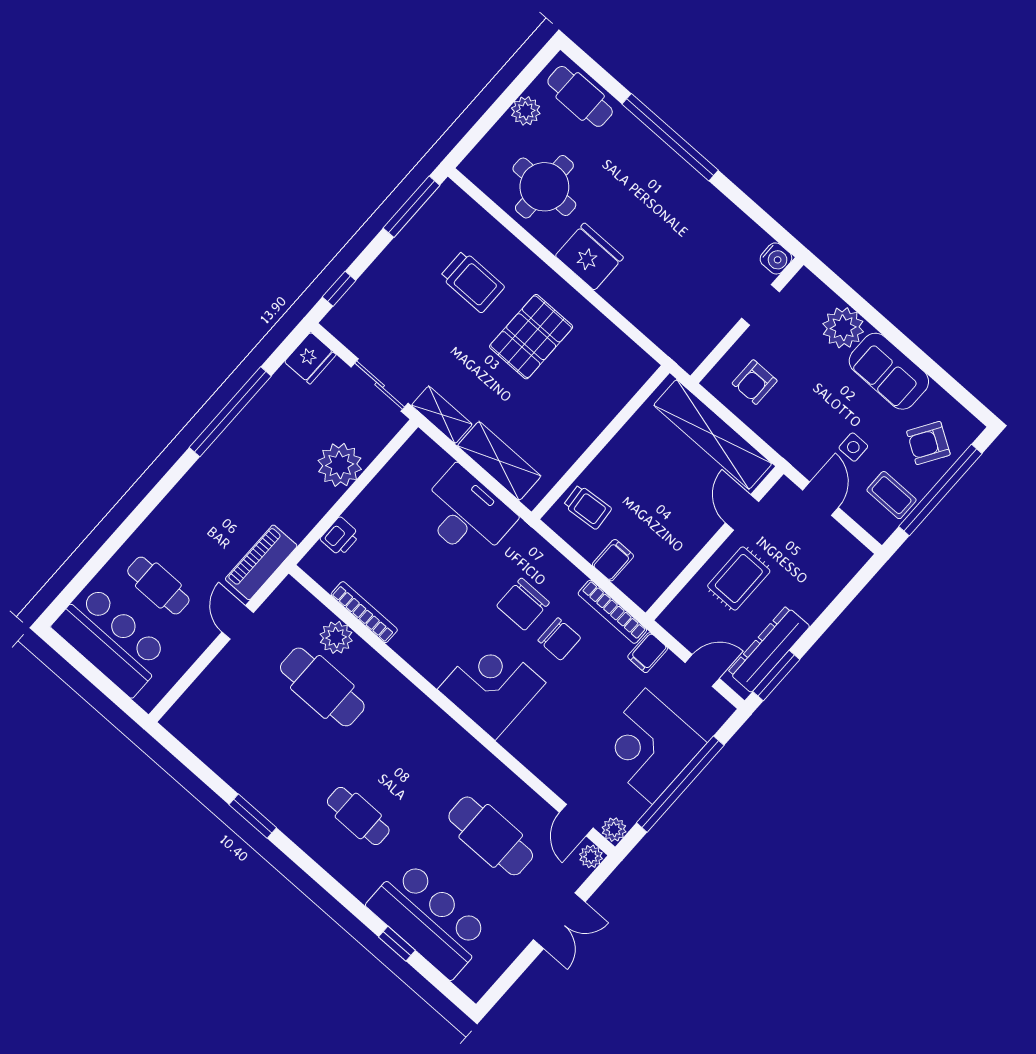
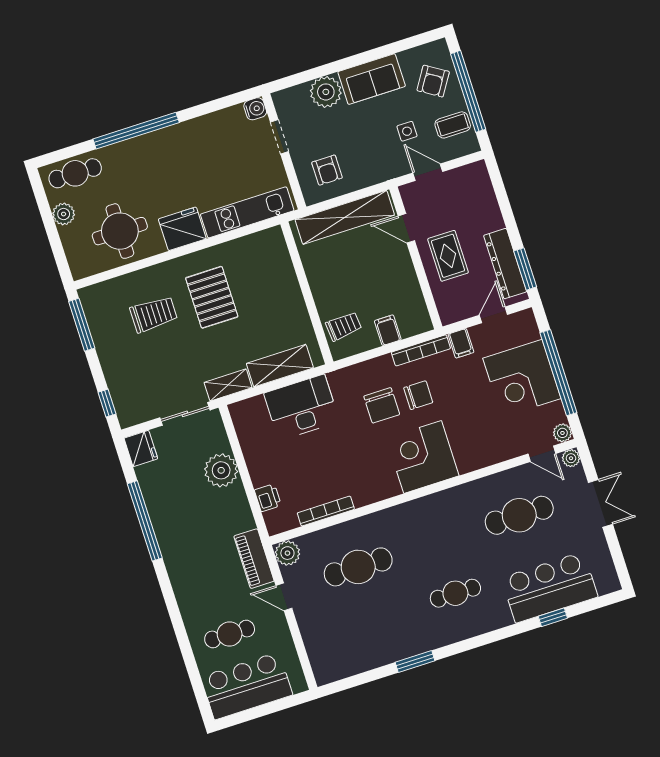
kitchen unit: (652, 320) -> (247, 212), added
plant: (336, 637) -> (287, 553), moved

